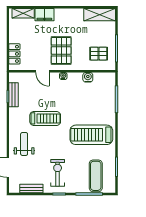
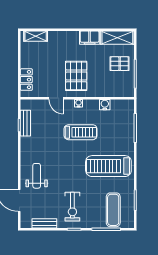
filing cabinet: (44, 15) -> (90, 38), moved
pallet: (99, 54) -> (120, 64), moved
treadmill: (45, 118) -> (81, 132), moved
exercise bike: (58, 173) -> (72, 207), turned 180

